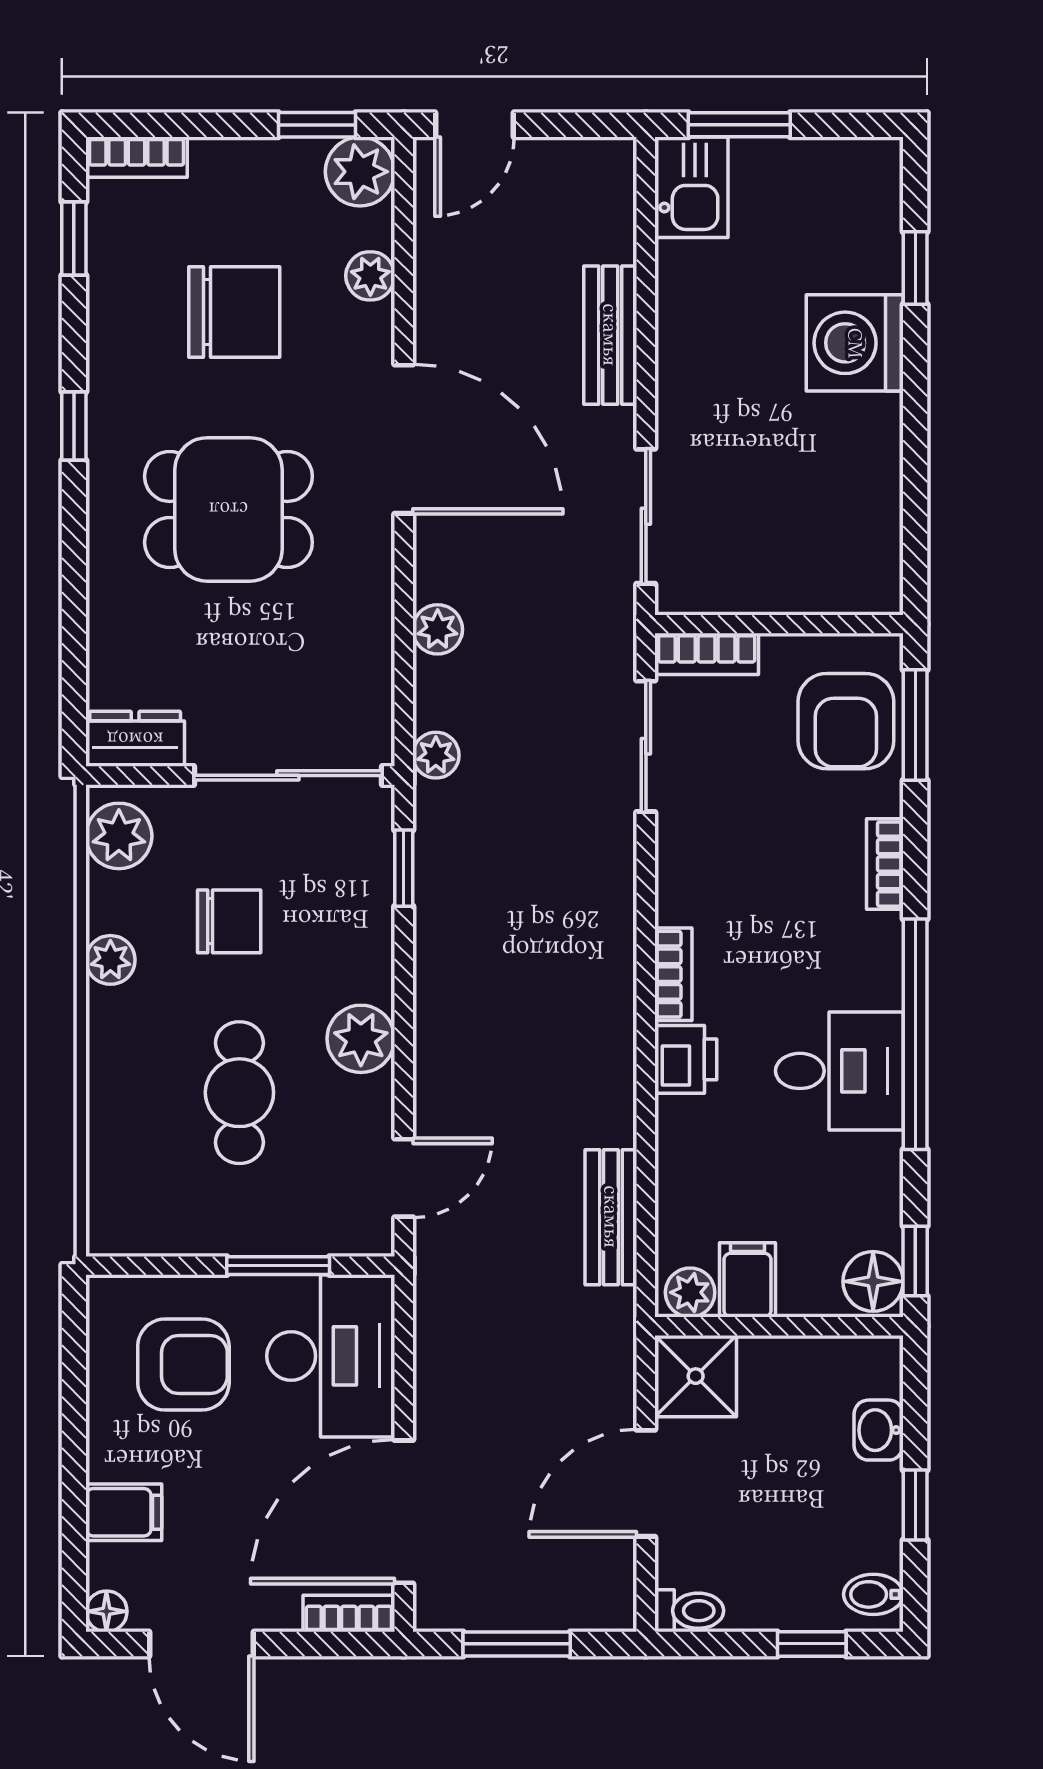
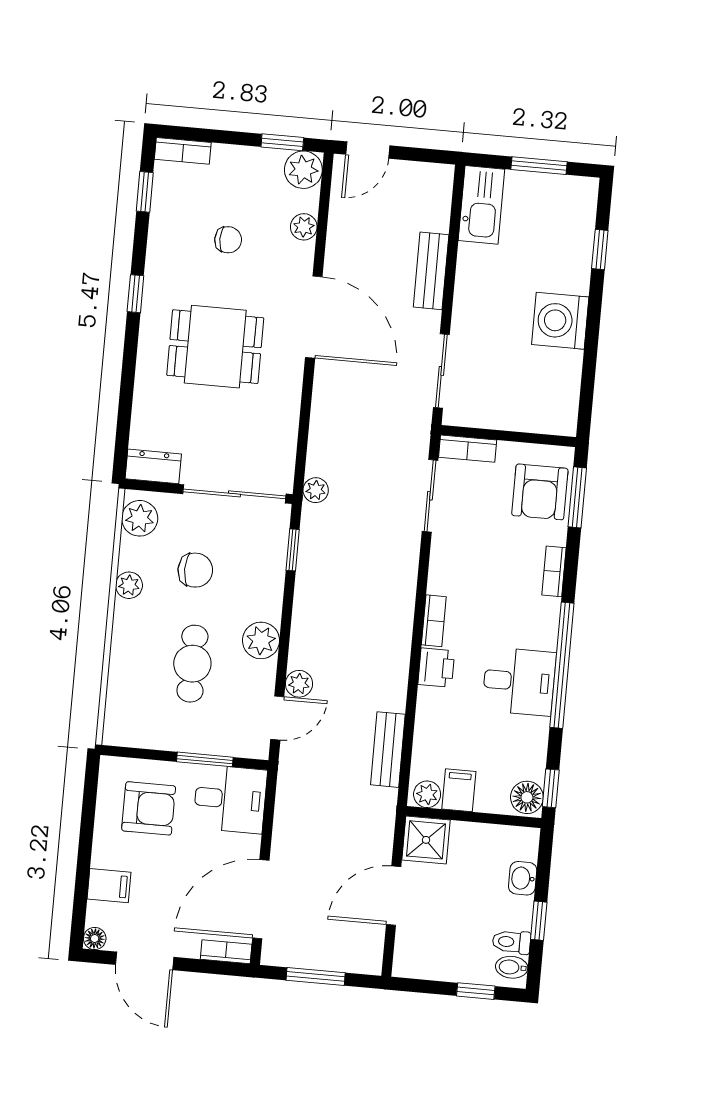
window: (739, 125) -> (539, 166), moved
kitchen sink: (691, 187) -> (481, 205), width x1.38
chair: (234, 312) -> (228, 240), width x0.54, depth x0.54
washing machine: (855, 343) -> (560, 321), moved
plant: (438, 629) -> (299, 684), moved
desk: (331, 1356) -> (230, 799), width x0.73
toilet: (689, 1611) -> (511, 942), moved, turned 180

